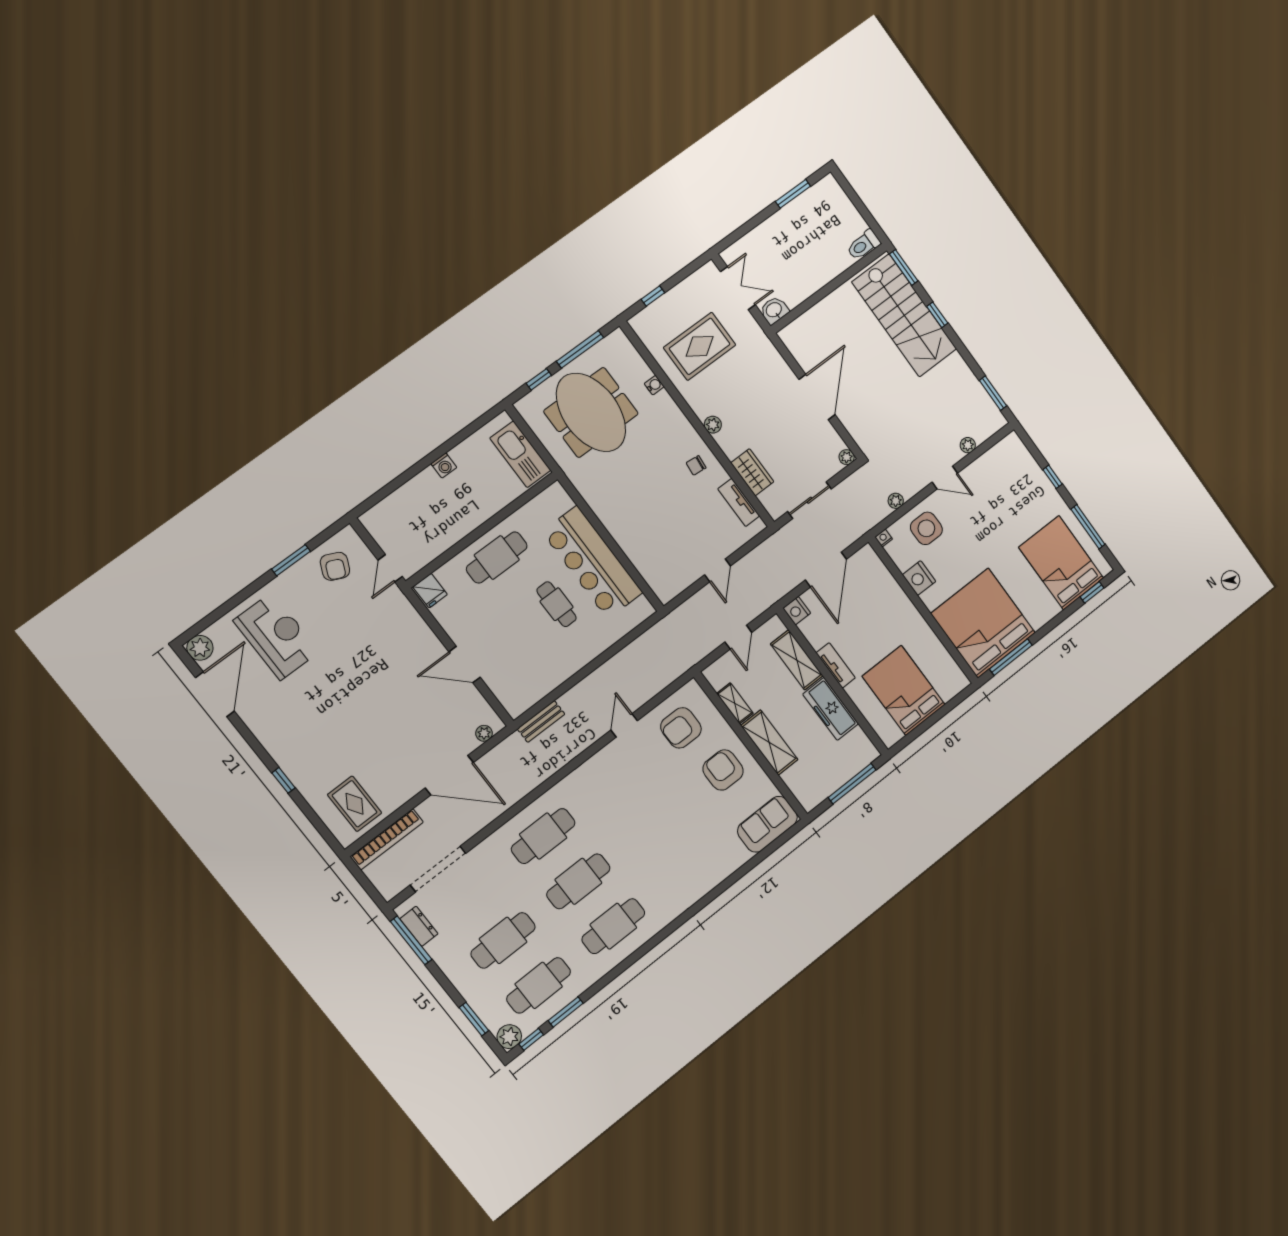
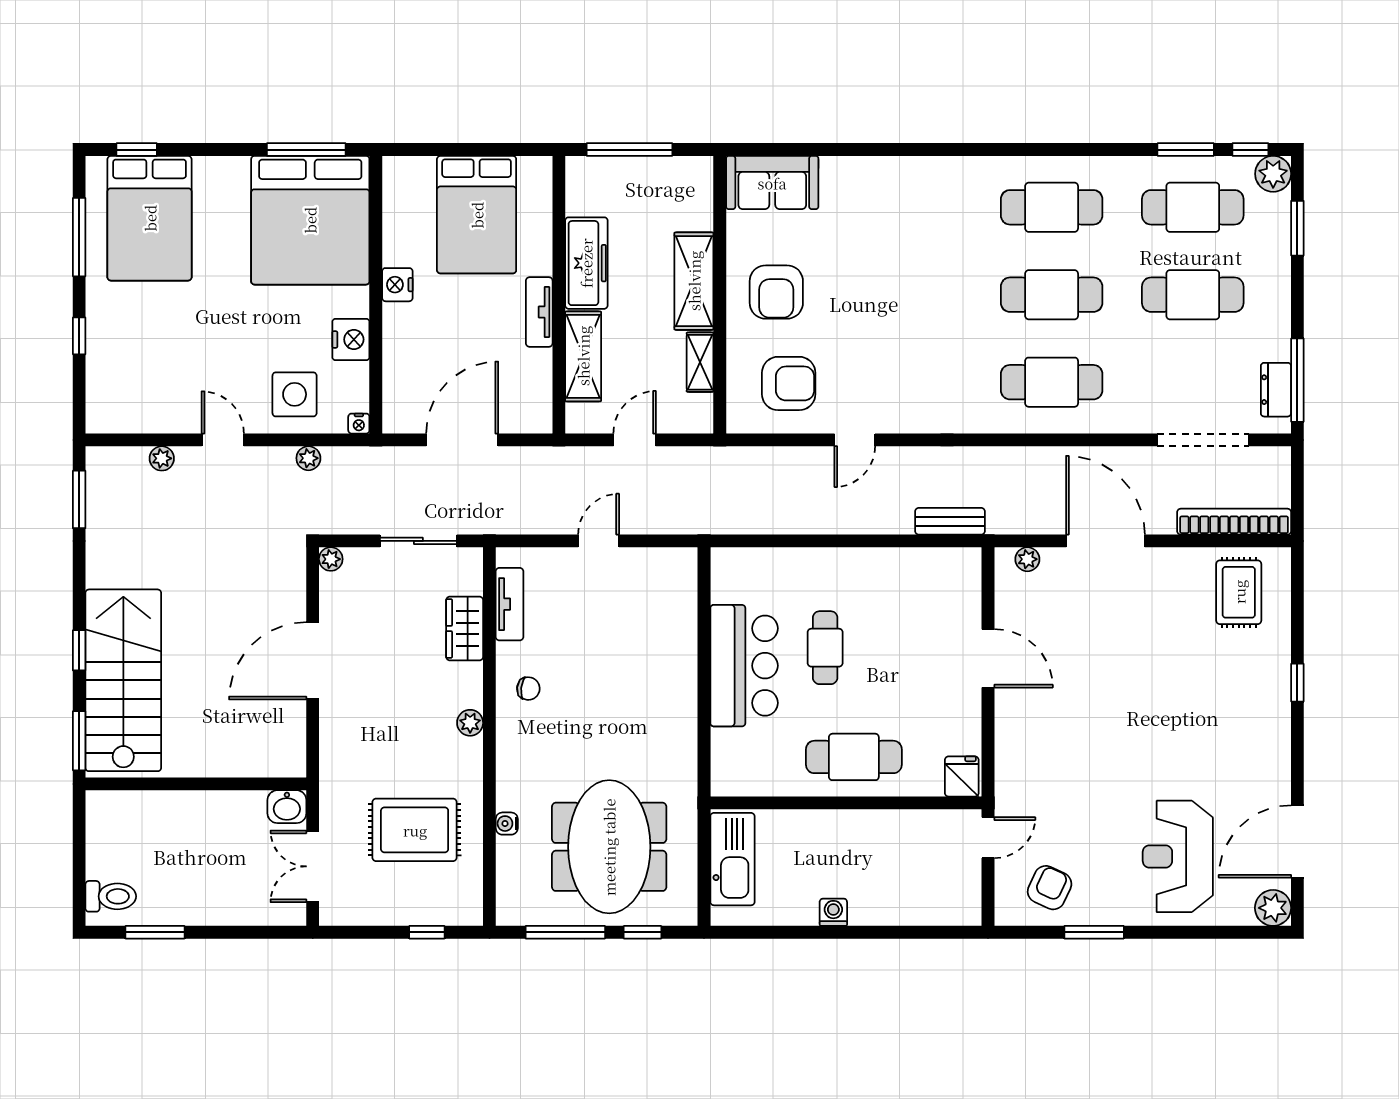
toilet: (863, 245) -> (111, 896), moved
bar counter: (592, 562) -> (744, 666), width x0.73
nightstand: (797, 611) -> (397, 285), moved, turned 180

